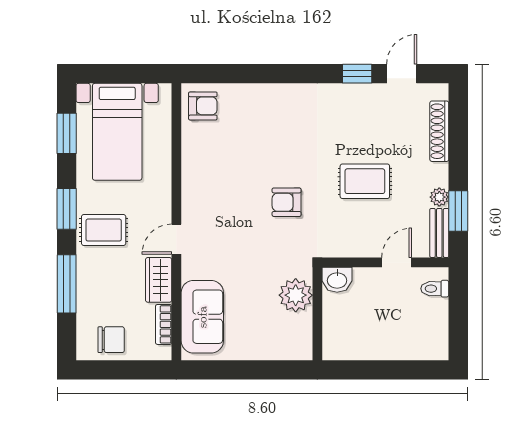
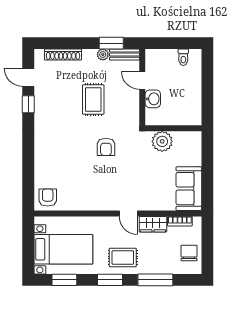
rug: (104, 230) -> (123, 258), turned 90
washbasin: (337, 280) -> (153, 99), moved
toilet: (435, 289) -> (183, 57), moved
sofa: (202, 317) -> (189, 189), moved, turned -90

